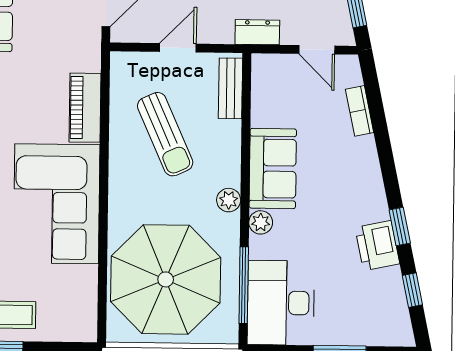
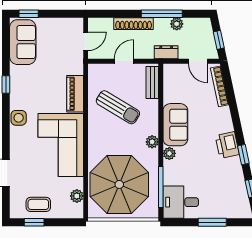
bookcase: (360, 111) -> (220, 86), width x1.56
sun lounger: (165, 134) -> (118, 107), turned -35
printer: (377, 246) -> (227, 145), moved
plant: (85, 300) -> (77, 196), added
desk: (281, 303) -> (181, 202), width x0.73

